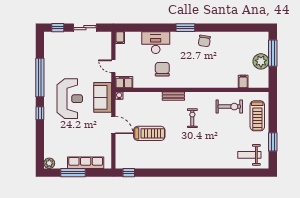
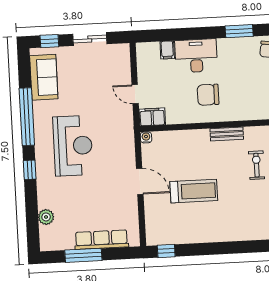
filing cabinet: (120, 38) -> (167, 50), moved
chair: (162, 69) -> (208, 95), turned -90
sofa: (103, 97) -> (44, 77), moved, turned 180
plant: (49, 163) -> (46, 217), moved

